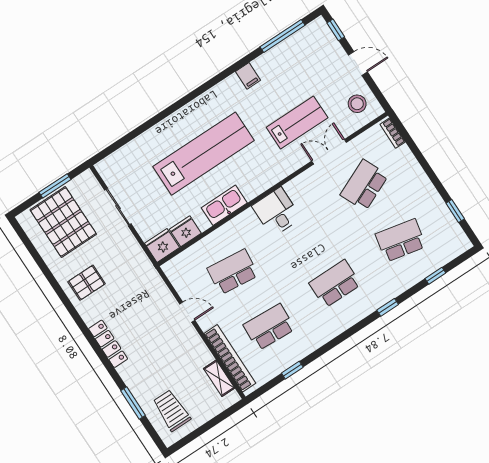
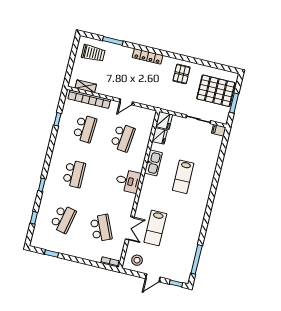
filing cabinet: (248, 76) -> (219, 130), moved
lab bench: (203, 154) -> (183, 177), width x0.54, depth x0.72

